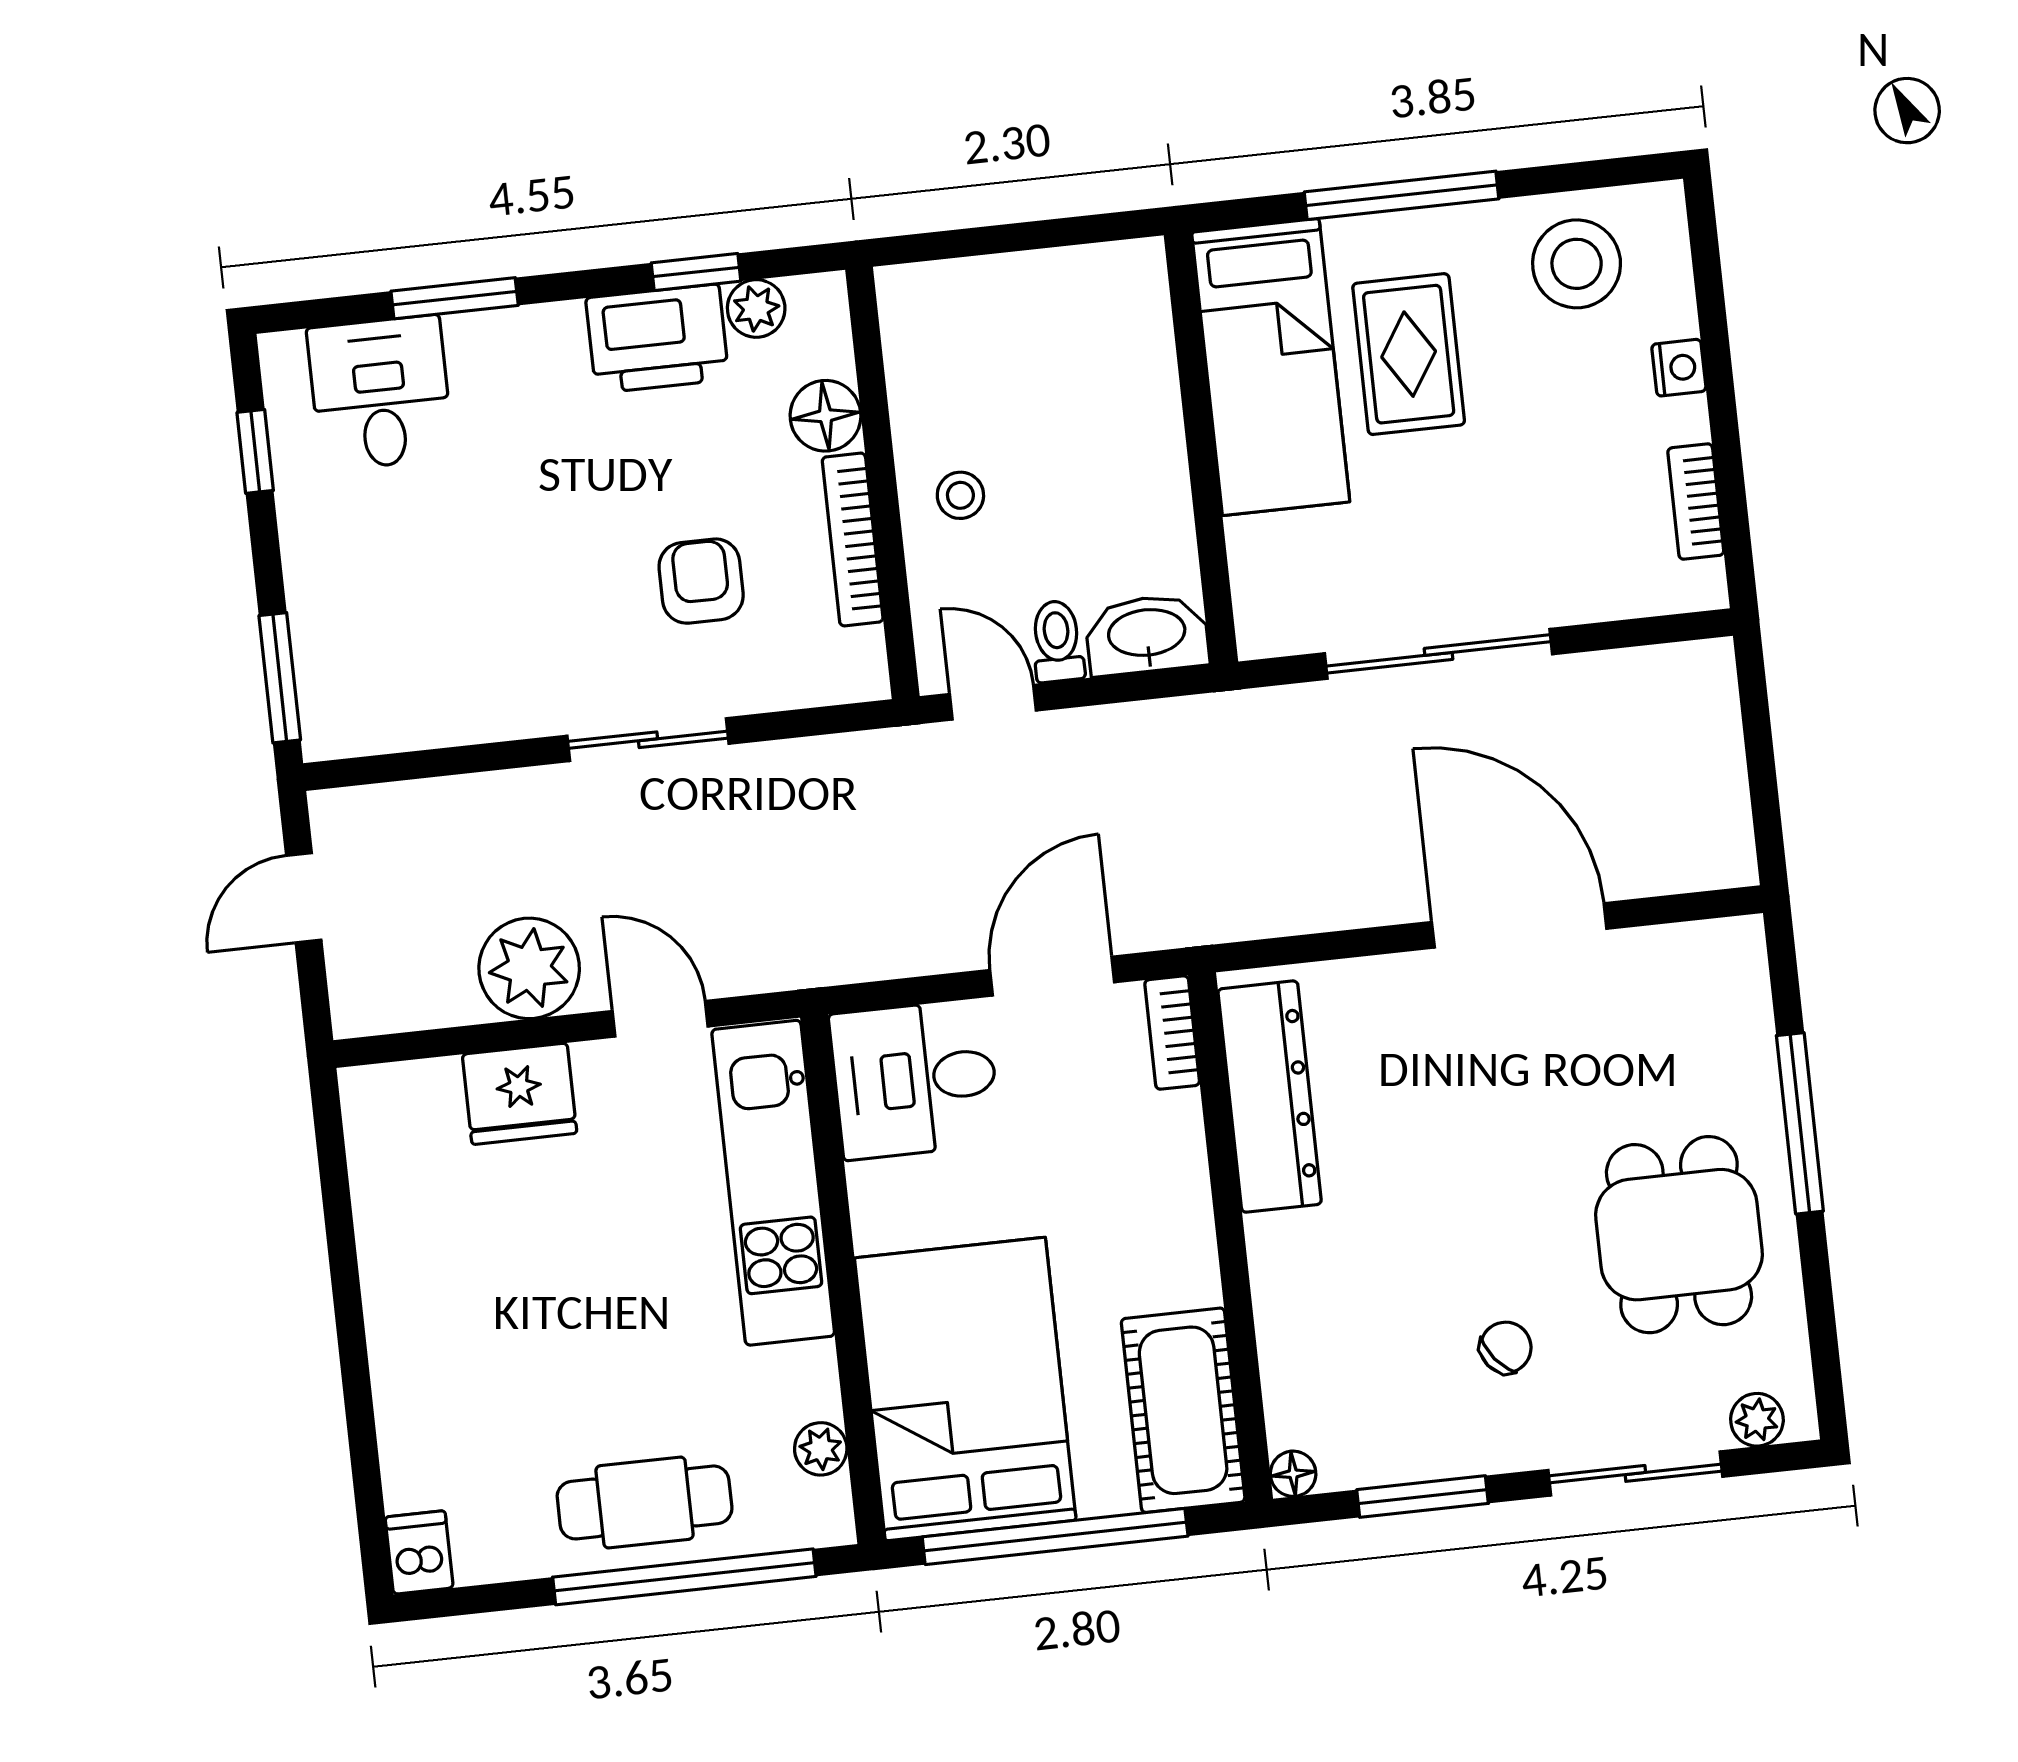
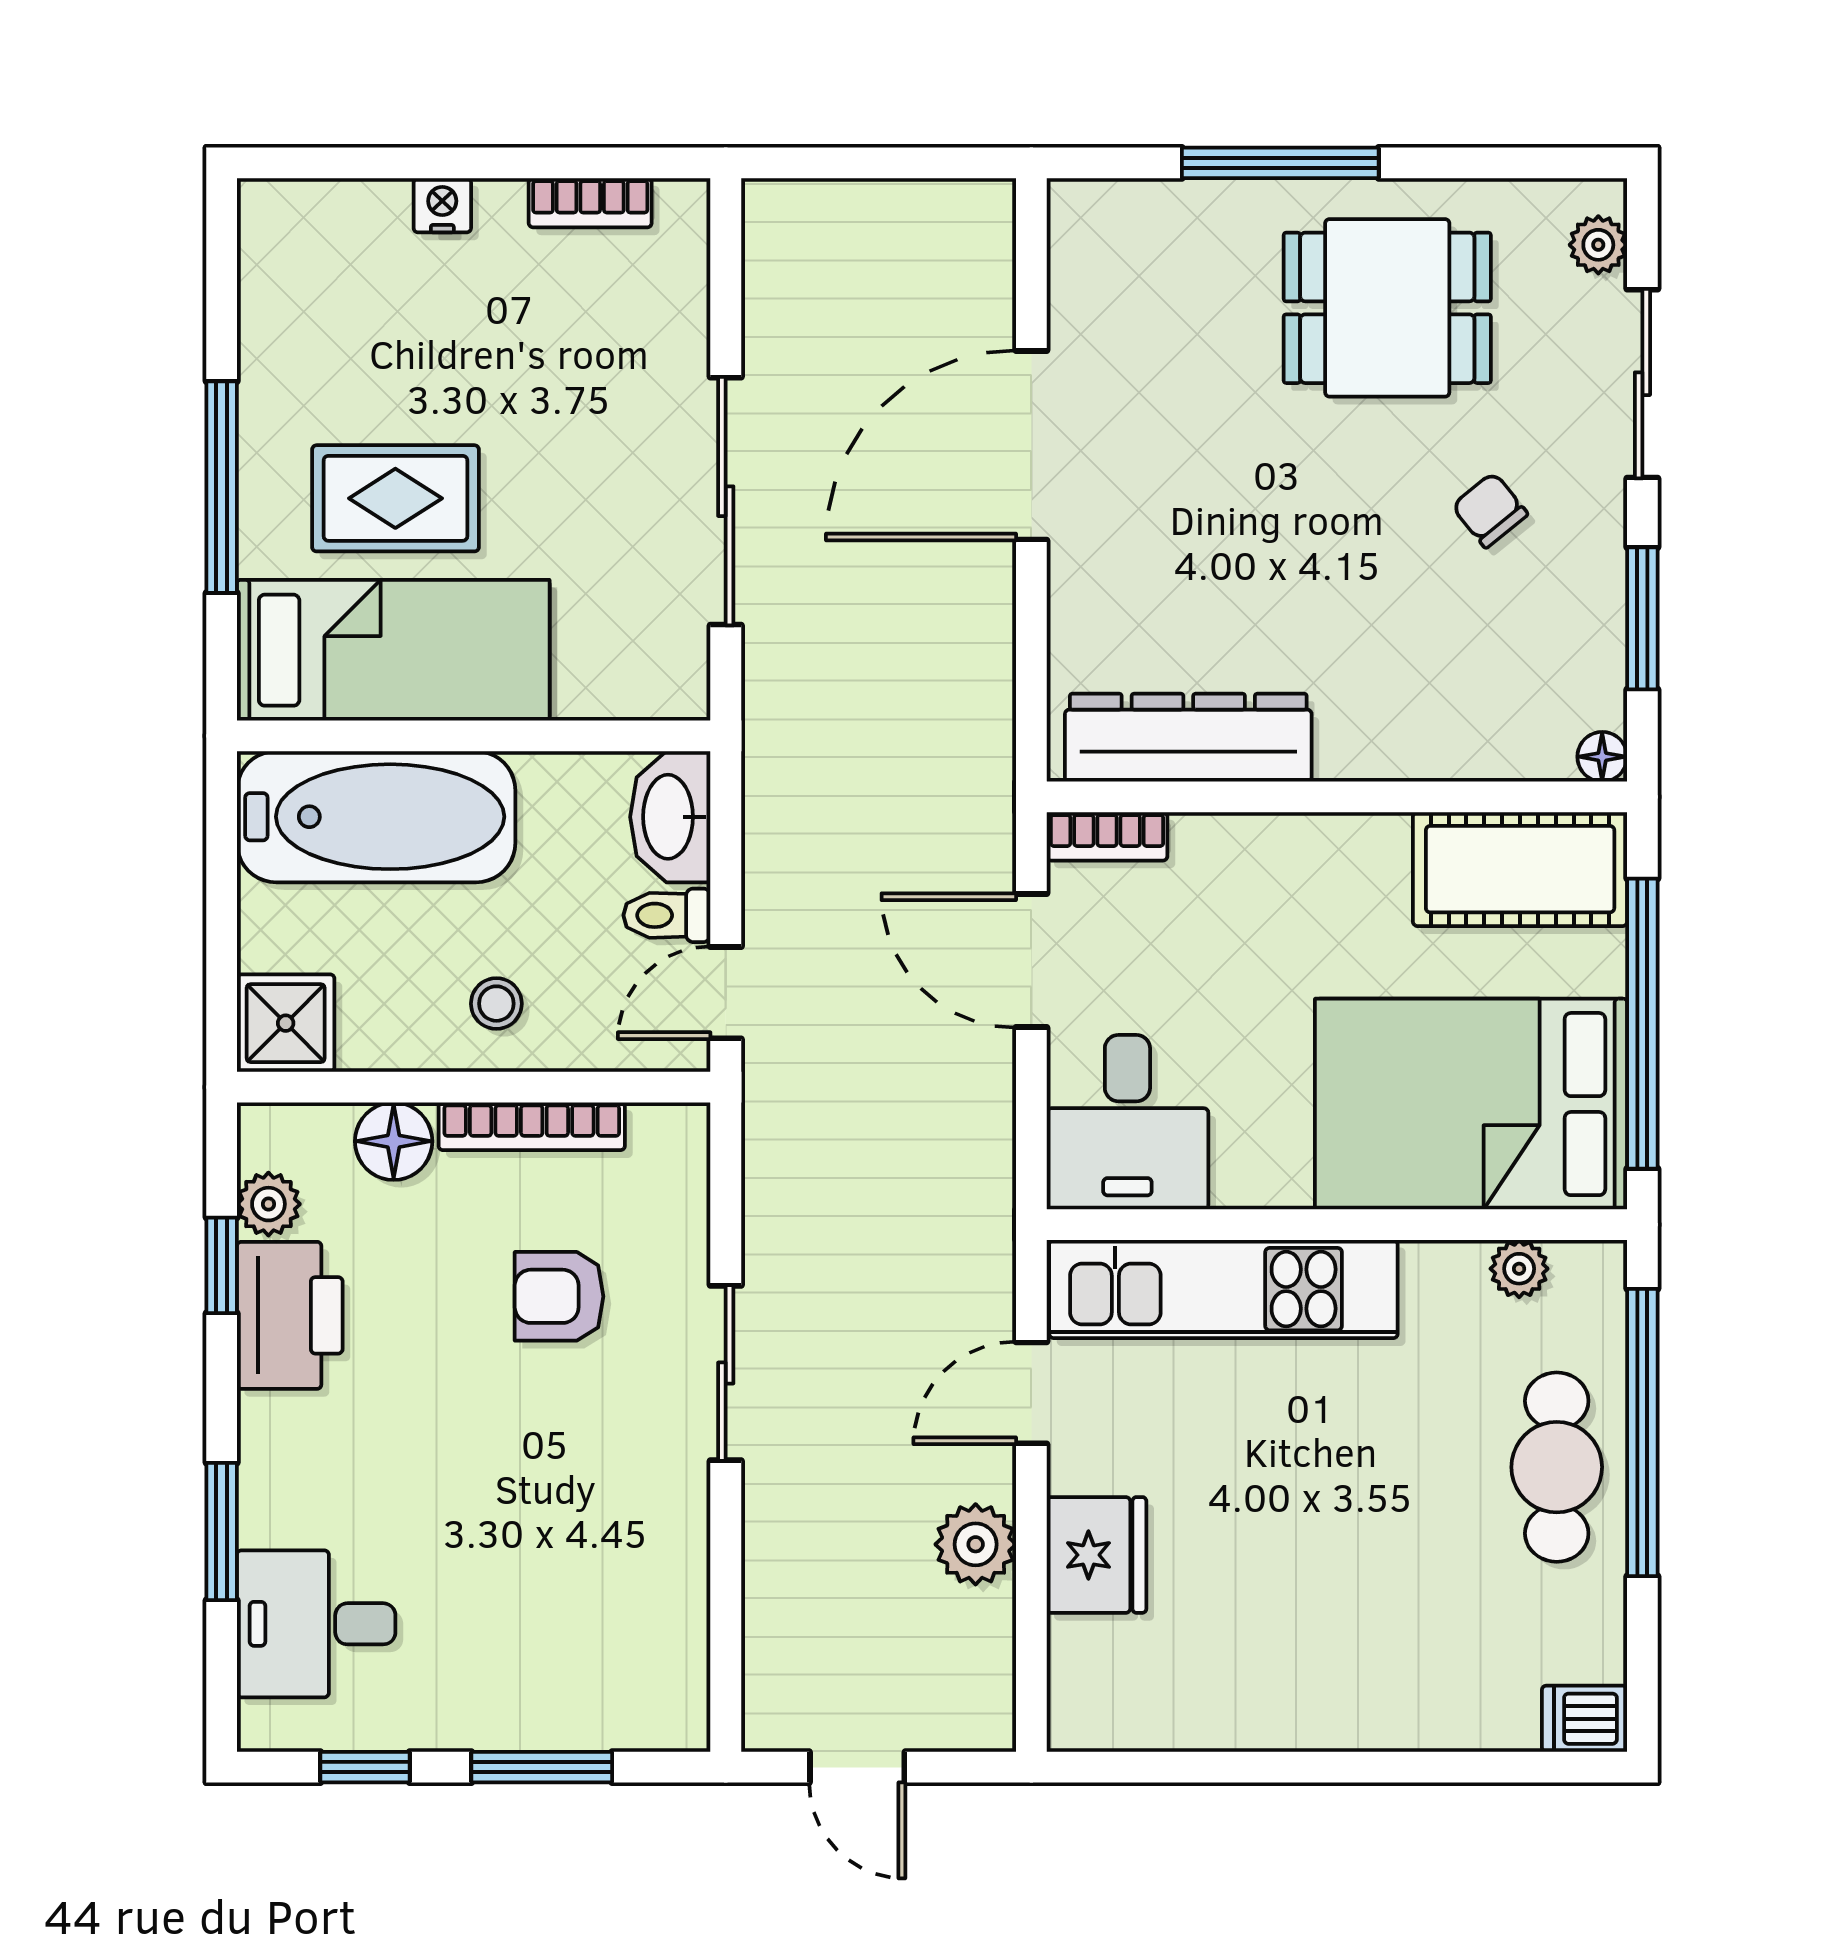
stool: (1577, 264) -> (317, 305), removed
shower: (922, 306) -> (286, 1023), added
bathtub: (1118, 368) -> (376, 817), added
window: (280, 678) -> (542, 1767), moved
plant: (529, 968) -> (976, 1544), width x0.73, depth x0.73

